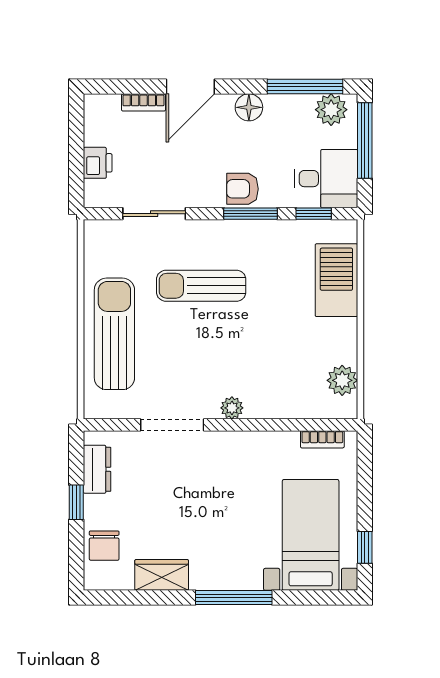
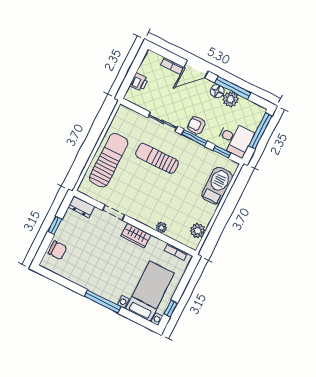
window: (305, 87) -> (233, 88), moved
plant: (331, 110) -> (230, 99), moved
sliding door: (154, 214) -> (163, 122), moved
plant: (232, 408) -> (162, 228), moved
doorway: (172, 425) -> (114, 213), width x0.73
dresser: (97, 469) -> (81, 207), moved, turned 90
chair: (104, 546) -> (58, 250), turned -90
wardrobe: (162, 575) -> (136, 235), moved, turned 180

